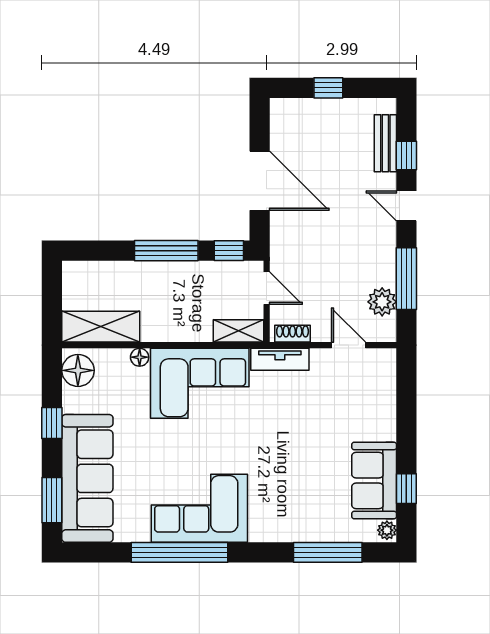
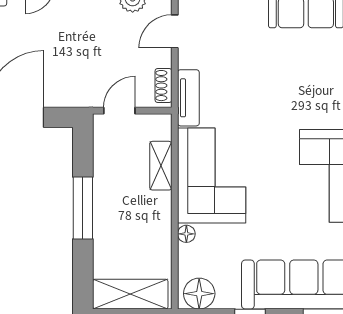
window: (229, 251) -> (83, 147), removed
shelving: (101, 327) -> (130, 294), moved, turned 90
shelving: (238, 331) -> (161, 166), moved

